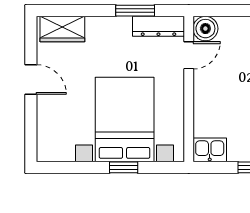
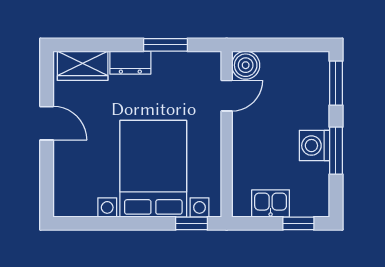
dresser: (158, 26) -> (130, 63), moved, width x0.70
kitchen sink: (210, 150) -> (271, 203), moved
window: (124, 167) -> (191, 223), moved

